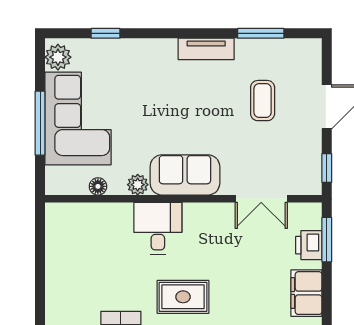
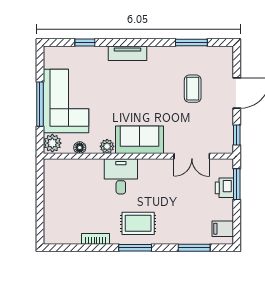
tv unit: (206, 49) -> (127, 53), moved
plant: (58, 57) -> (52, 143), moved
filing cabinet: (306, 293) -> (223, 229), width x0.50

